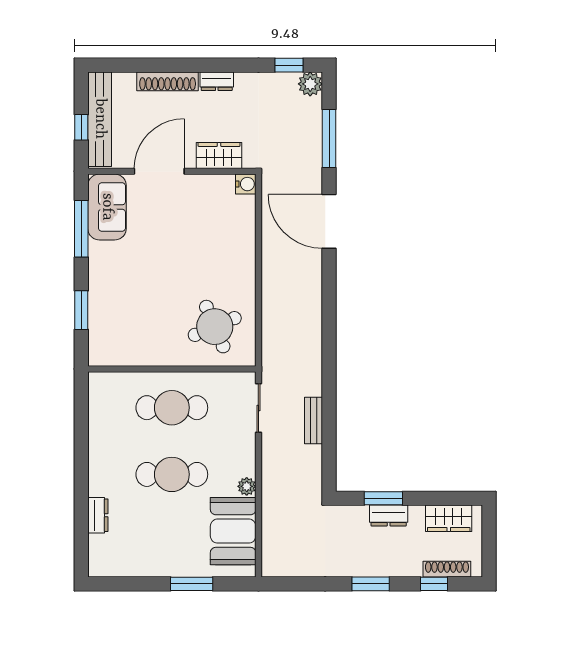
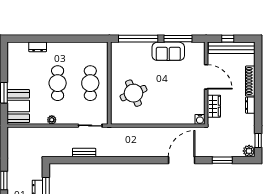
window: (329, 139) -> (222, 160), width x0.69
sofa: (107, 207) -> (168, 51), moved
window: (81, 310) -> (138, 39), width x2.11
round table: (215, 327) -> (133, 93), moved
booth: (233, 531) -> (18, 106), moved, turned 90

